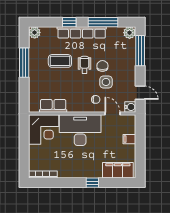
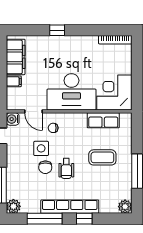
coffee table: (60, 61) -> (102, 157), moved
filing cabinet: (118, 170) -> (16, 57), moved, turned -90

